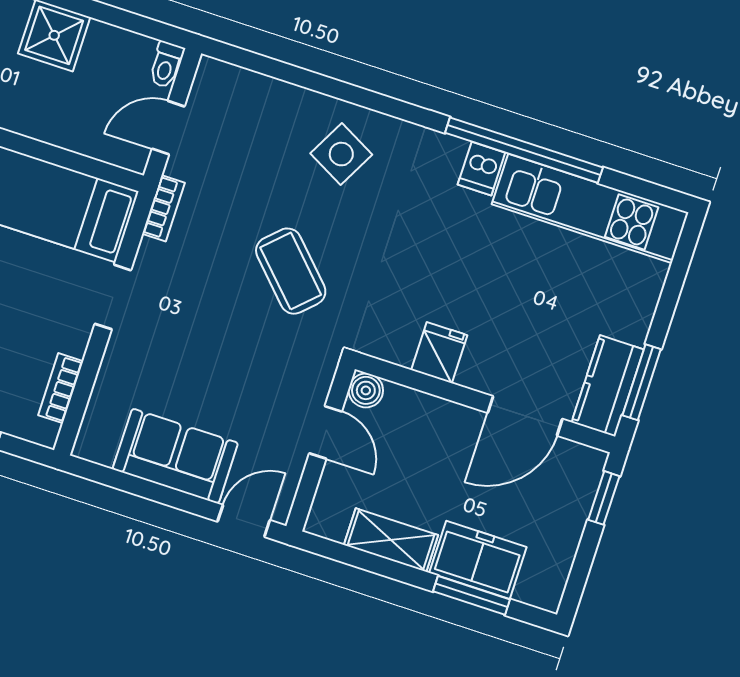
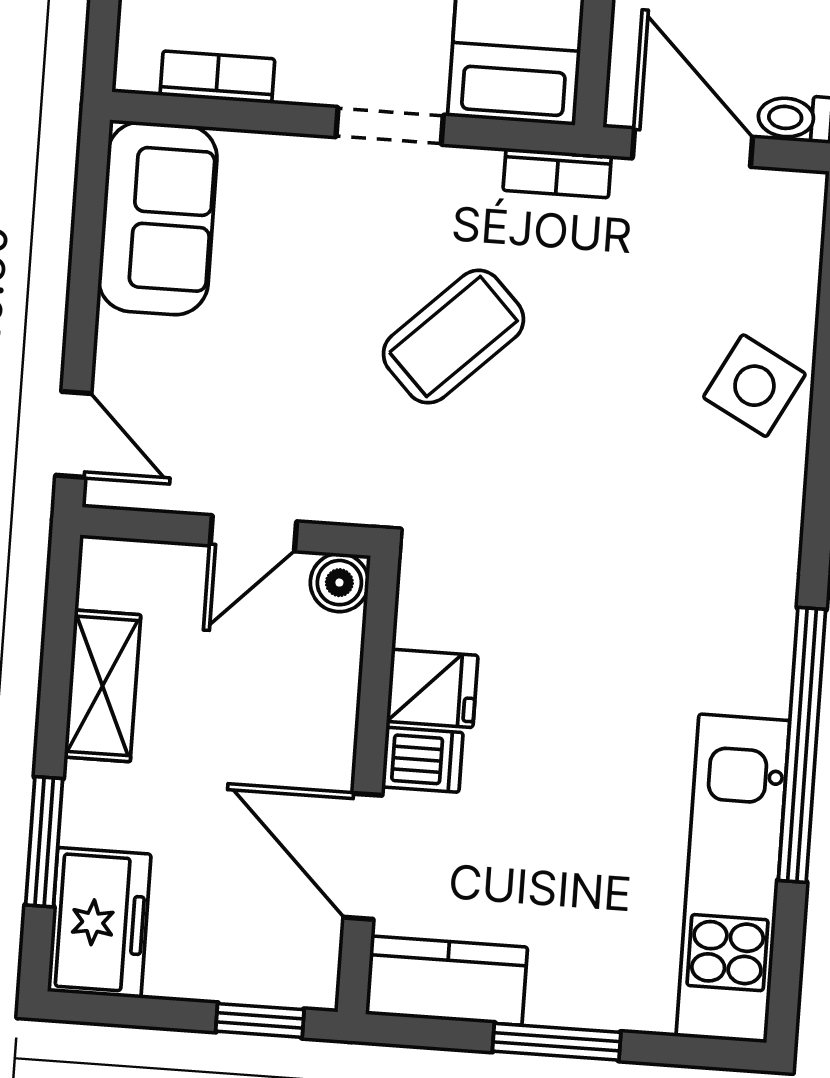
door: (168, 128) -> (692, 148), width x1.38
side table: (341, 154) -> (754, 386), moved
dishwasher: (481, 169) -> (422, 760), moved, turned 180
coffee table: (291, 271) -> (453, 337), moved
window: (642, 382) -> (557, 1042), moved
sofa: (175, 456) -> (158, 218), moved
freezer: (478, 560) -> (99, 923), moved

